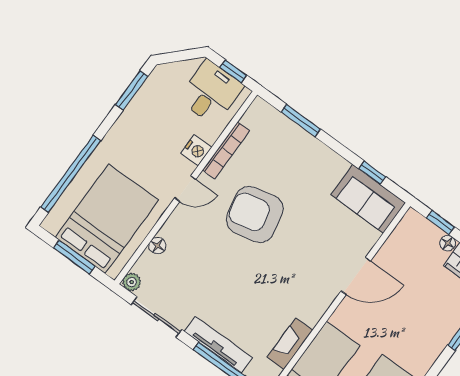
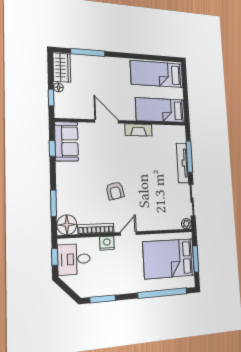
door: (185, 189) -> (128, 234), hinge flipped
armchair: (255, 214) -> (115, 191), width x0.53, depth x0.53
floor lamp: (157, 246) -> (67, 225), moved, width x1.89, depth x1.89
fireplace: (290, 344) -> (138, 130), moved

